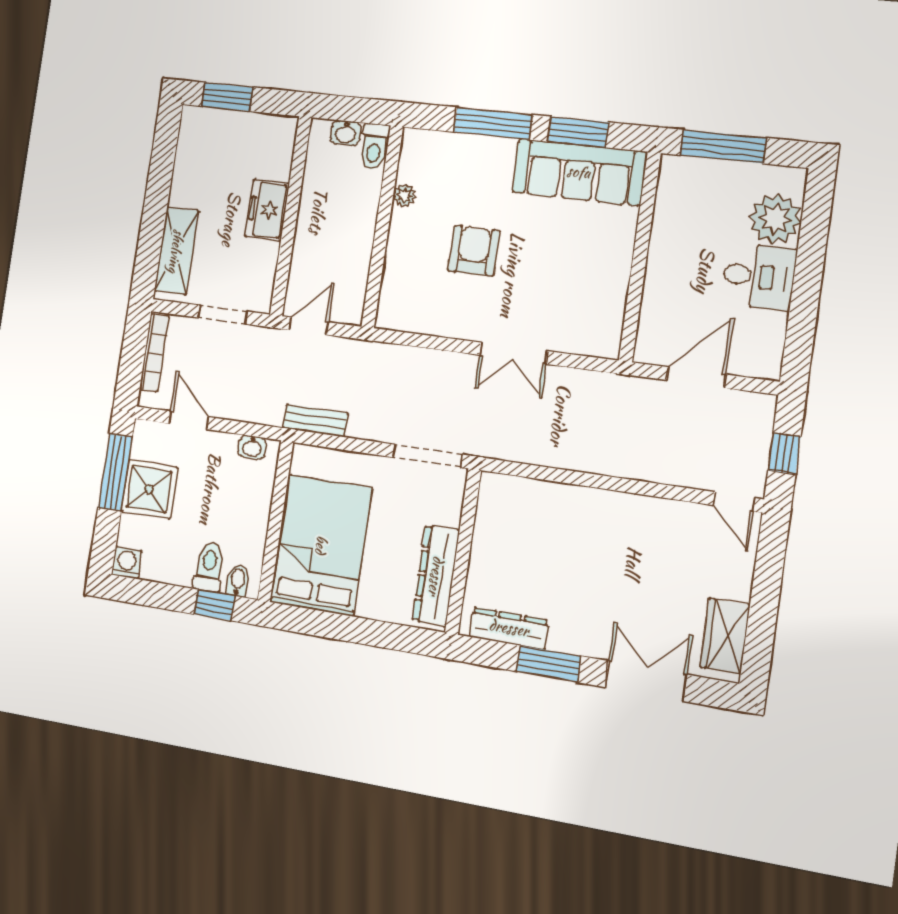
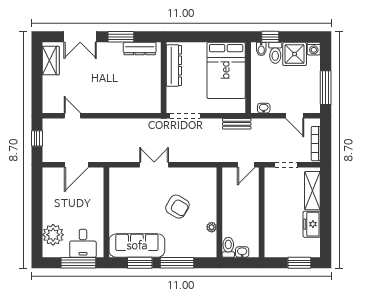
freezer: (267, 210) -> (312, 224), moved, turned 180
armchair: (474, 251) -> (177, 207), turned -60
desk: (759, 277) -> (83, 243), moved, turned -90
shower: (149, 489) -> (295, 54), moved
door: (734, 502) -> (72, 116), moved

